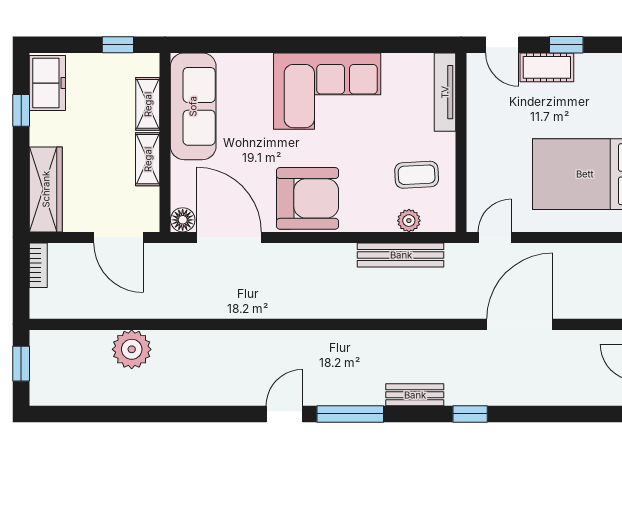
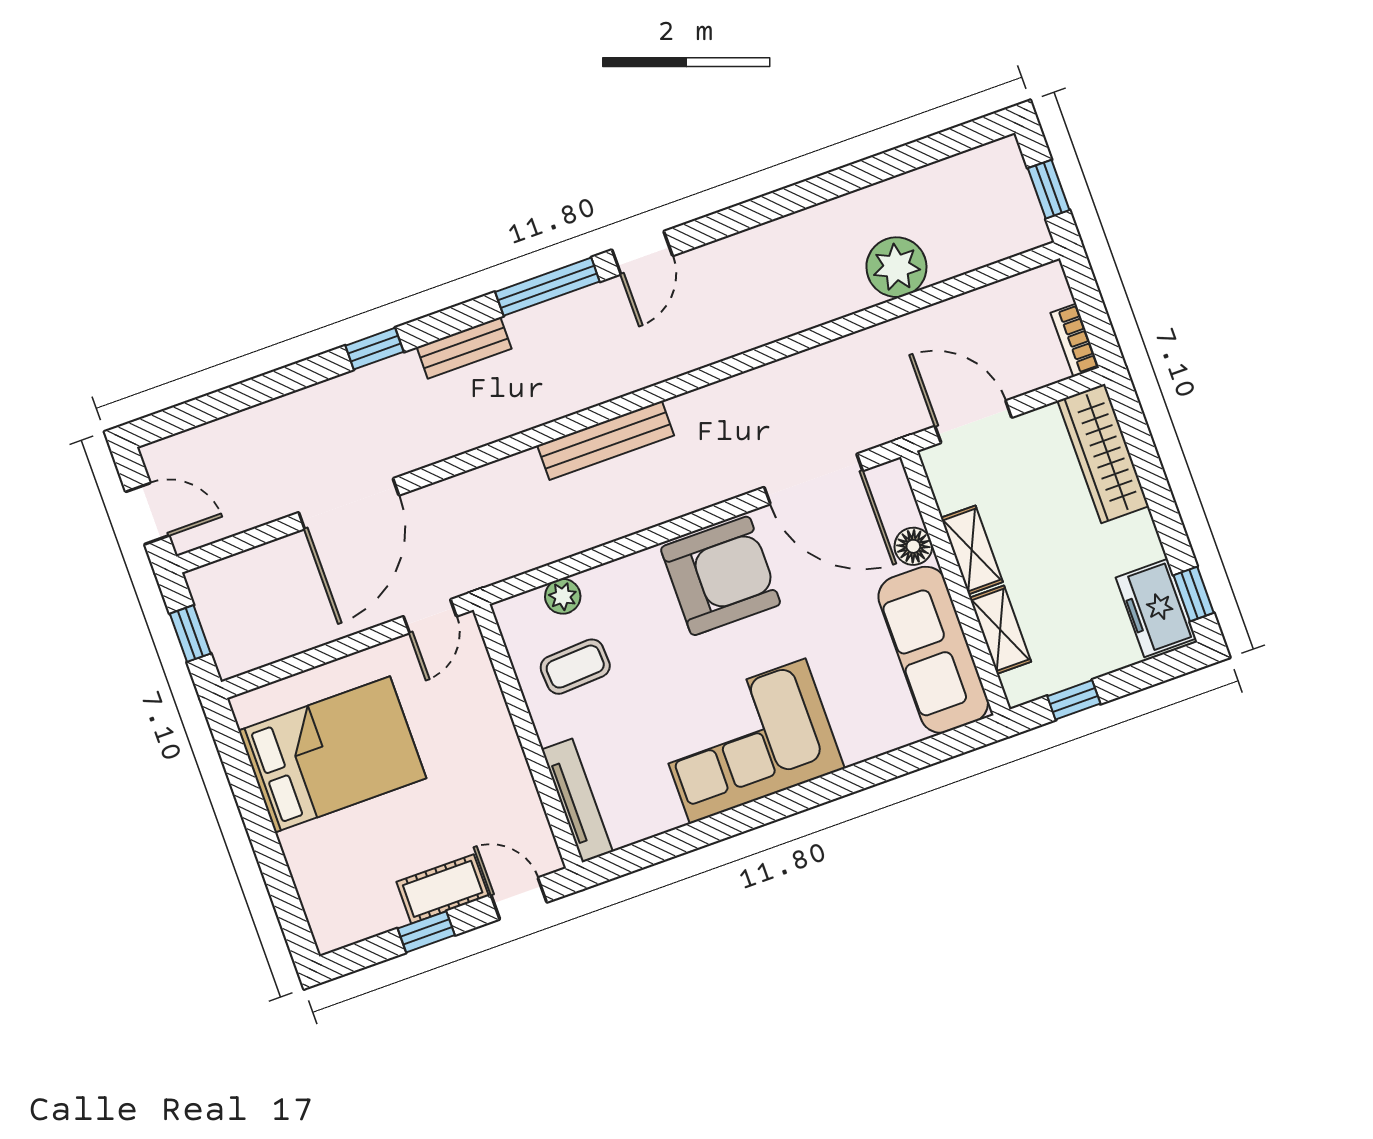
window: (21, 110) -> (1194, 594), moved
armchair: (308, 198) -> (721, 576), turned 180
floor lamp: (183, 220) -> (913, 546), moved
bench: (401, 255) -> (606, 440), moved

